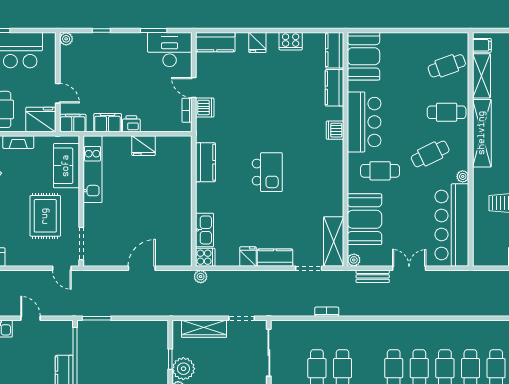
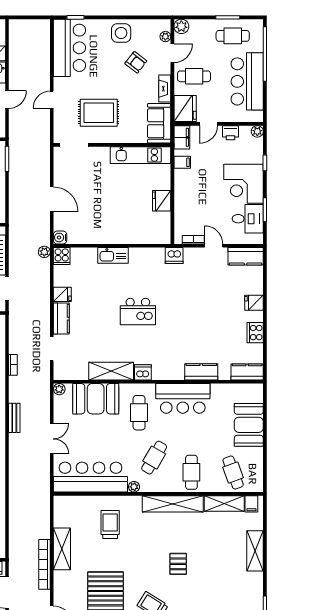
kitchen counter: (215, 42) -> (246, 256), moved, turned -90
desk: (170, 50) -> (248, 219), width x0.73
corner desk: (124, 54) -> (244, 184), added
booth: (363, 56) -> (249, 425), moved, turned 90
door: (194, 87) -> (214, 246), hinge flipped
kitchen counter: (334, 88) -> (201, 372), moved
dishwasher: (205, 107) -> (174, 256), moved
filing cabinet: (108, 123) -> (182, 162), width x0.50
printer: (131, 124) -> (231, 133), moved, turned 90
dishwasher: (335, 130) -> (143, 372), moved
cafe table: (430, 154) -> (154, 458), turned 56
kitchen counter: (205, 162) -> (147, 256), removed
sofa: (66, 166) -> (159, 123), moved, turned -90
kitchen sink: (205, 230) -> (113, 255), moved
shelving: (334, 241) -> (111, 371), moved
water cooler: (185, 259) -> (60, 237), added
door: (62, 268) -> (52, 100), moved
bench: (373, 276) -> (14, 418), moved

